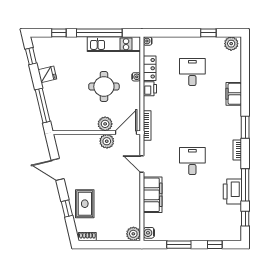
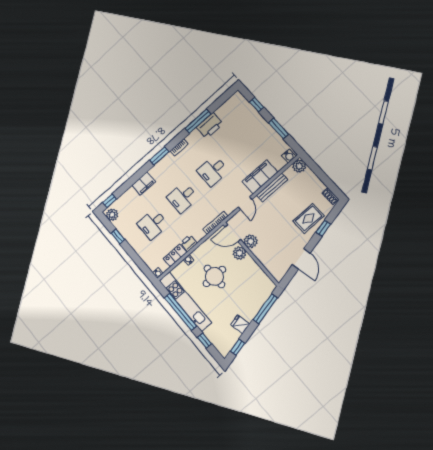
kitchen unit: (114, 44) -> (185, 302), width x1.36
desk: (192, 116) -> (183, 198), added
bench: (135, 197) -> (272, 187), added
window: (245, 219) -> (110, 201), moved

